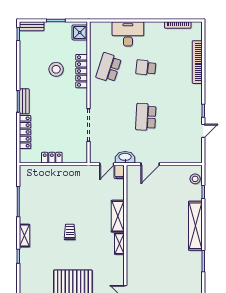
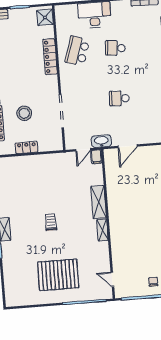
stool: (56, 69) -> (24, 113), moved
school desk: (146, 117) -> (119, 98), width x0.54

